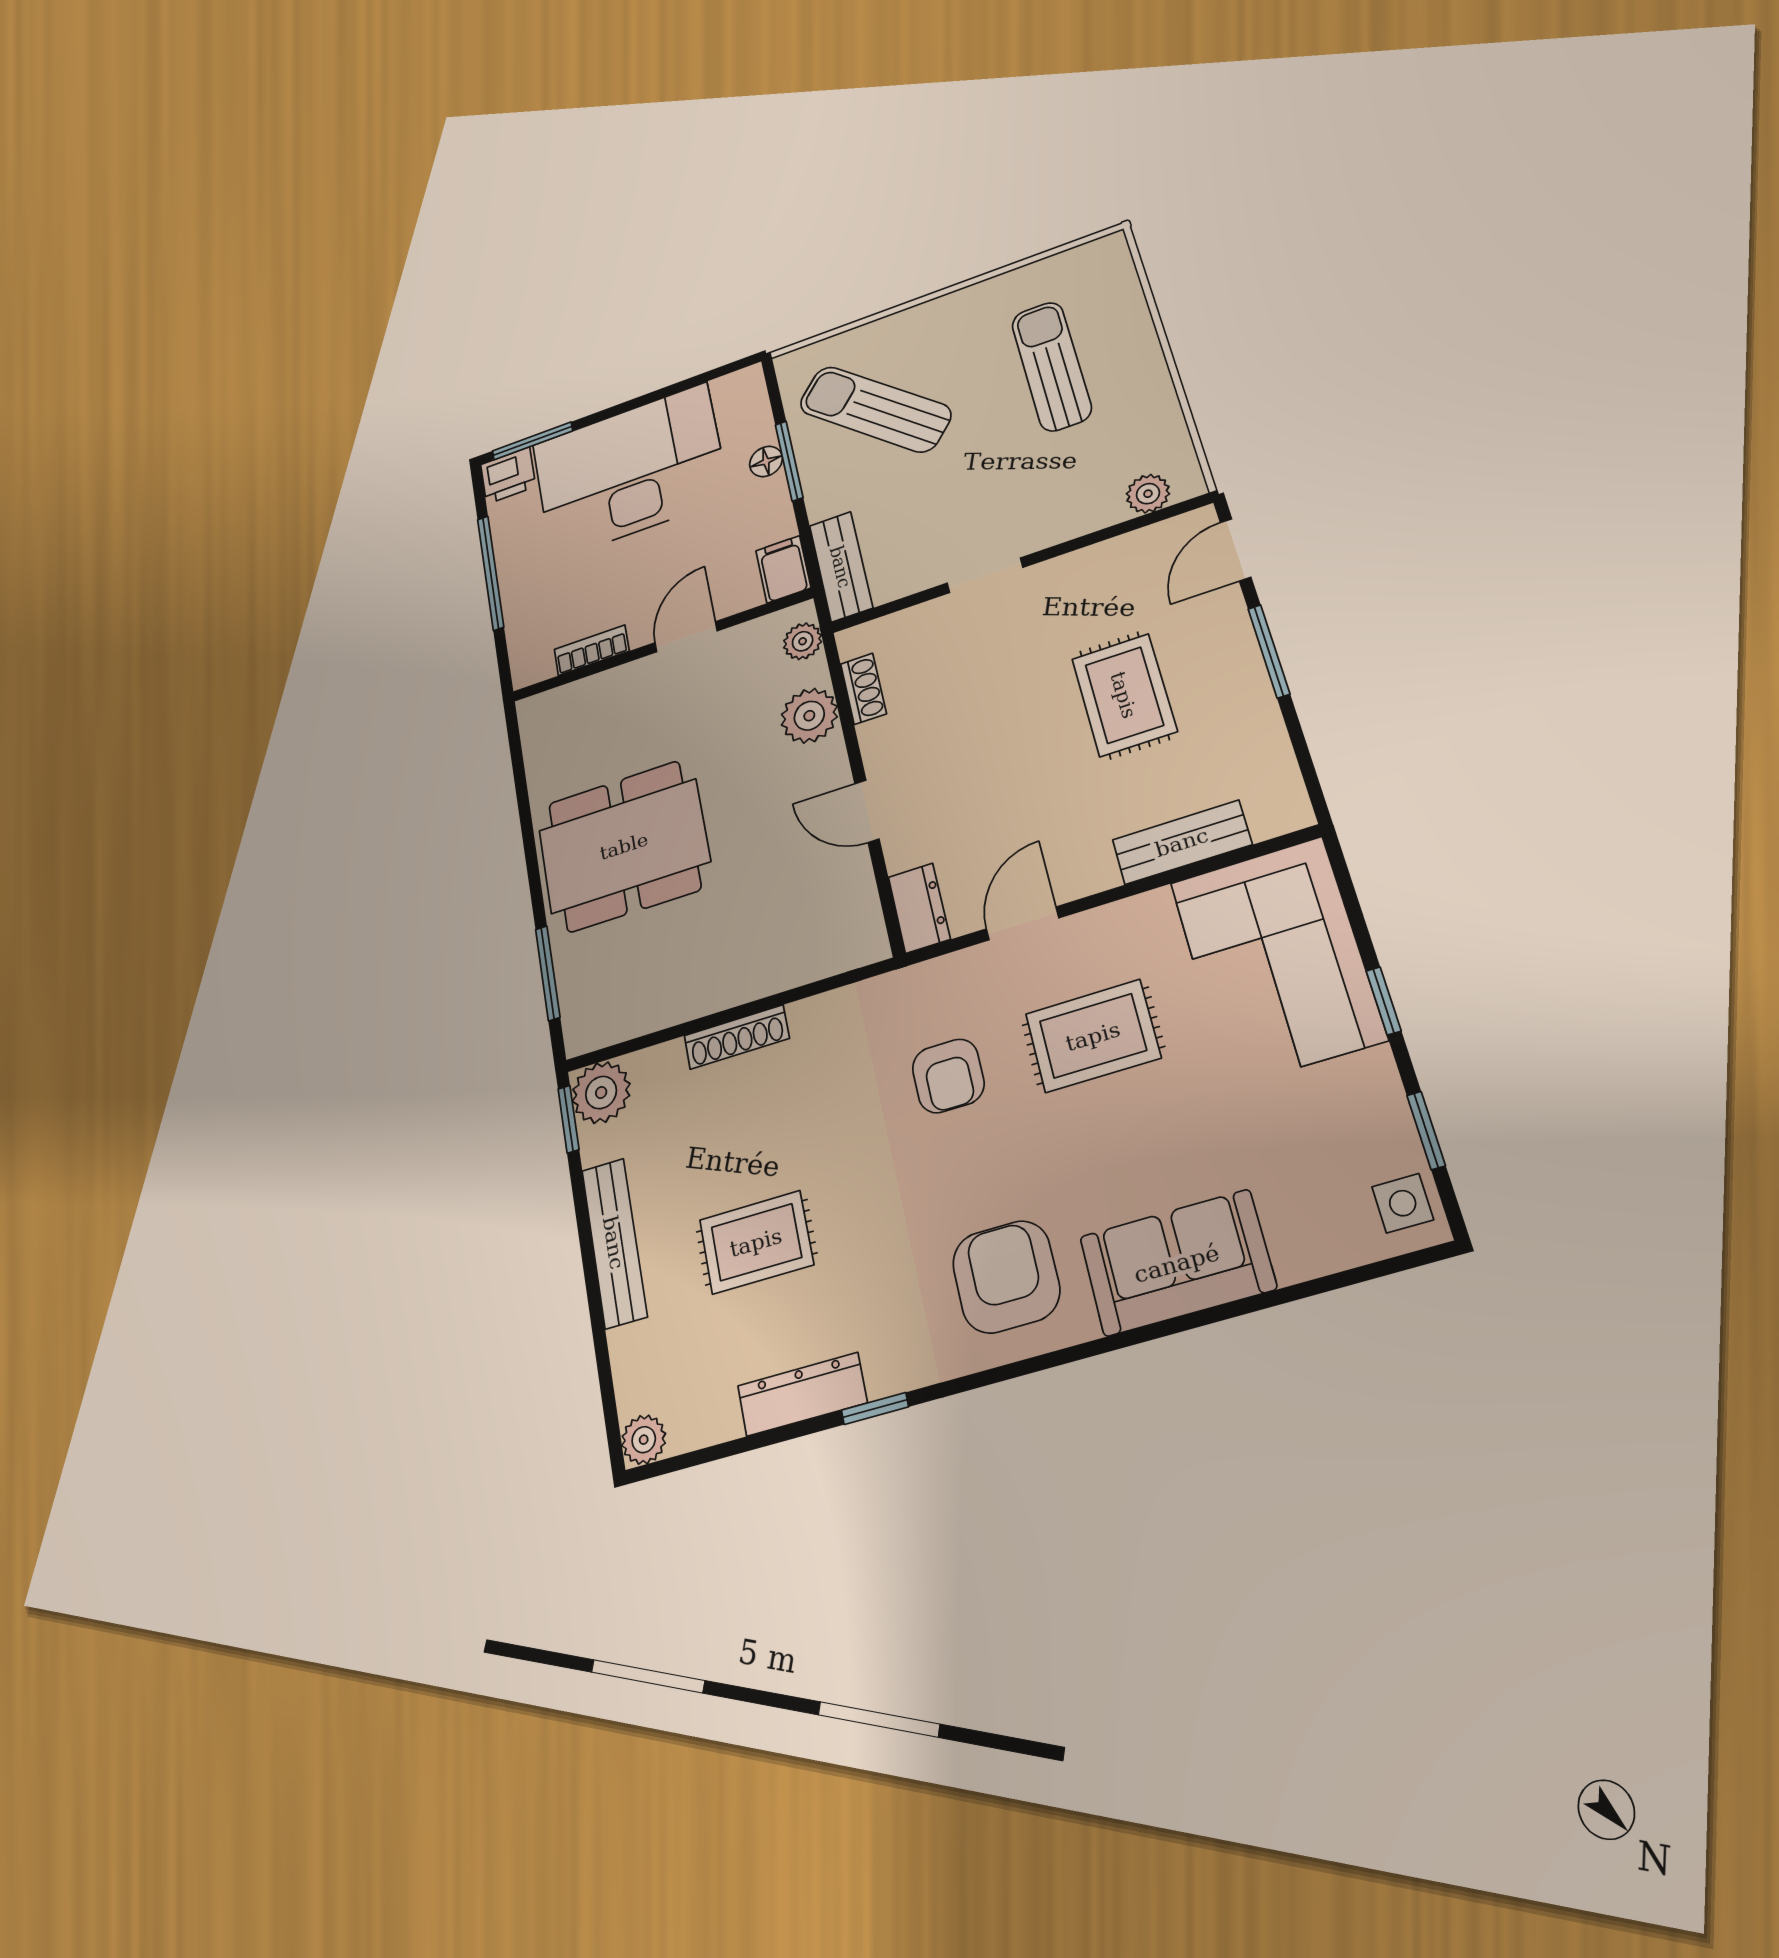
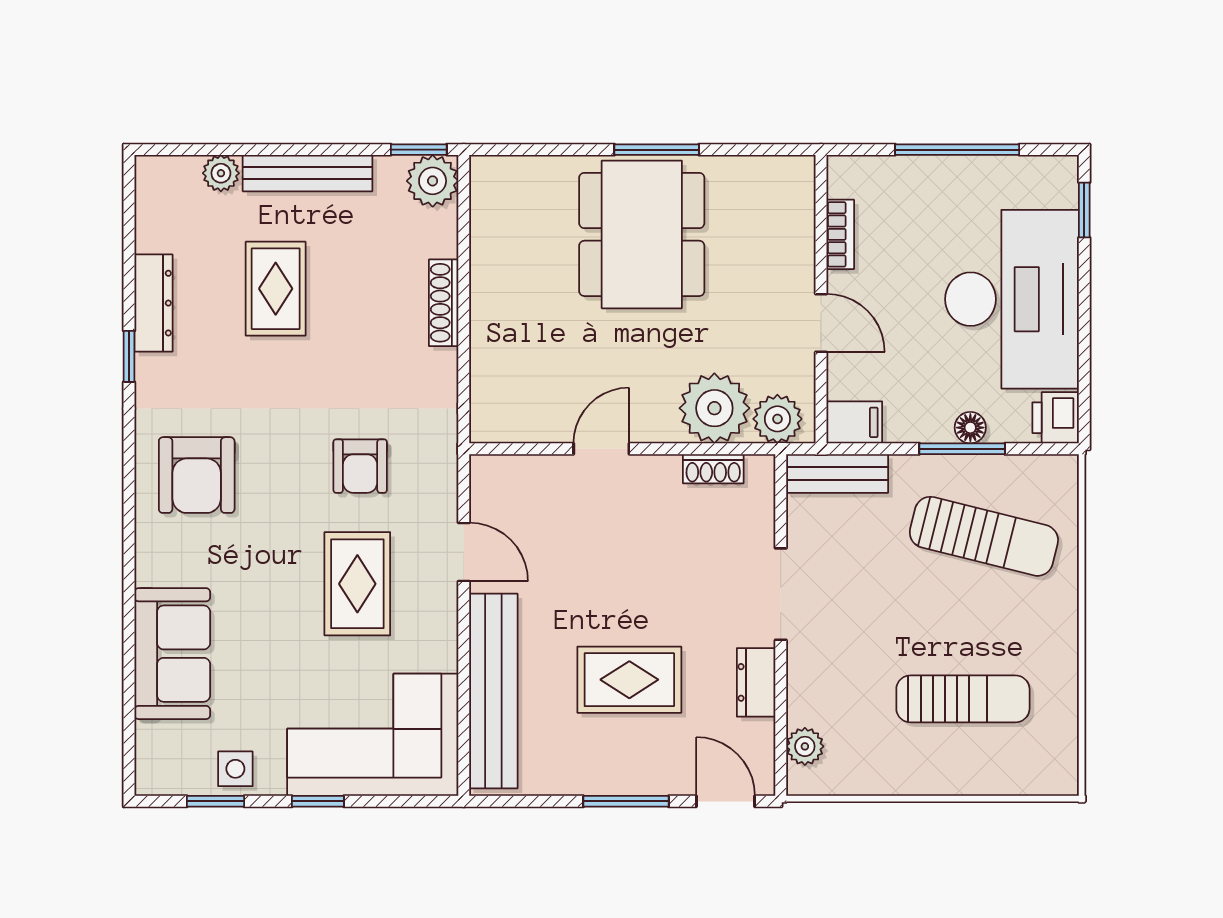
sun lounger: (875, 409) -> (984, 536), turned 62
window: (532, 441) -> (1084, 210), width x0.67
printer: (508, 476) -> (1056, 418), moved
doorway: (985, 575) -> (781, 594), width x1.38
plant: (803, 641) -> (777, 419), width x1.38, depth x1.38
plant: (809, 716) -> (714, 408), width x1.36, depth x1.36
bench: (1182, 842) -> (493, 691), width x1.86, depth x1.21
dresser: (919, 908) -> (756, 682), moved, turned 90
window: (548, 973) -> (657, 150), moved
armchair: (948, 1076) -> (360, 466), turned -90
side table: (1403, 1203) -> (235, 769), moved
sofa: (1177, 1263) -> (172, 654), moved
armchair: (1006, 1277) -> (197, 475), turned 90
plant: (644, 1440) -> (221, 173), moved

